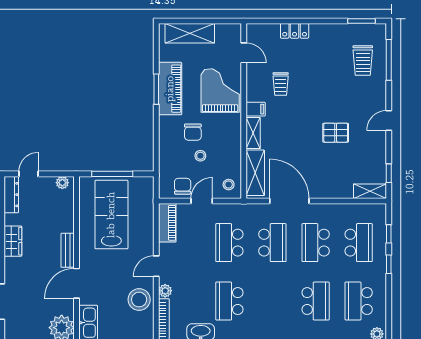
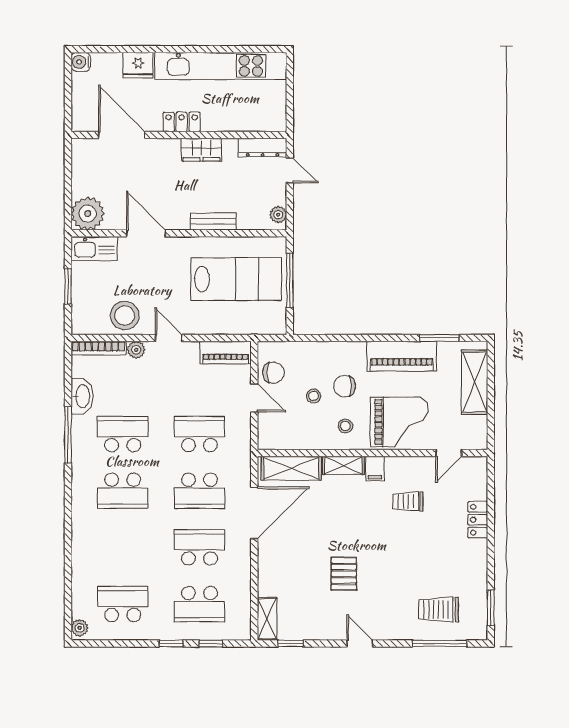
window: (156, 89) -> (439, 338), moved
stool: (229, 185) -> (345, 426), moved
bench: (68, 250) -> (213, 222), moved
school desk: (316, 301) -> (123, 491), moved

